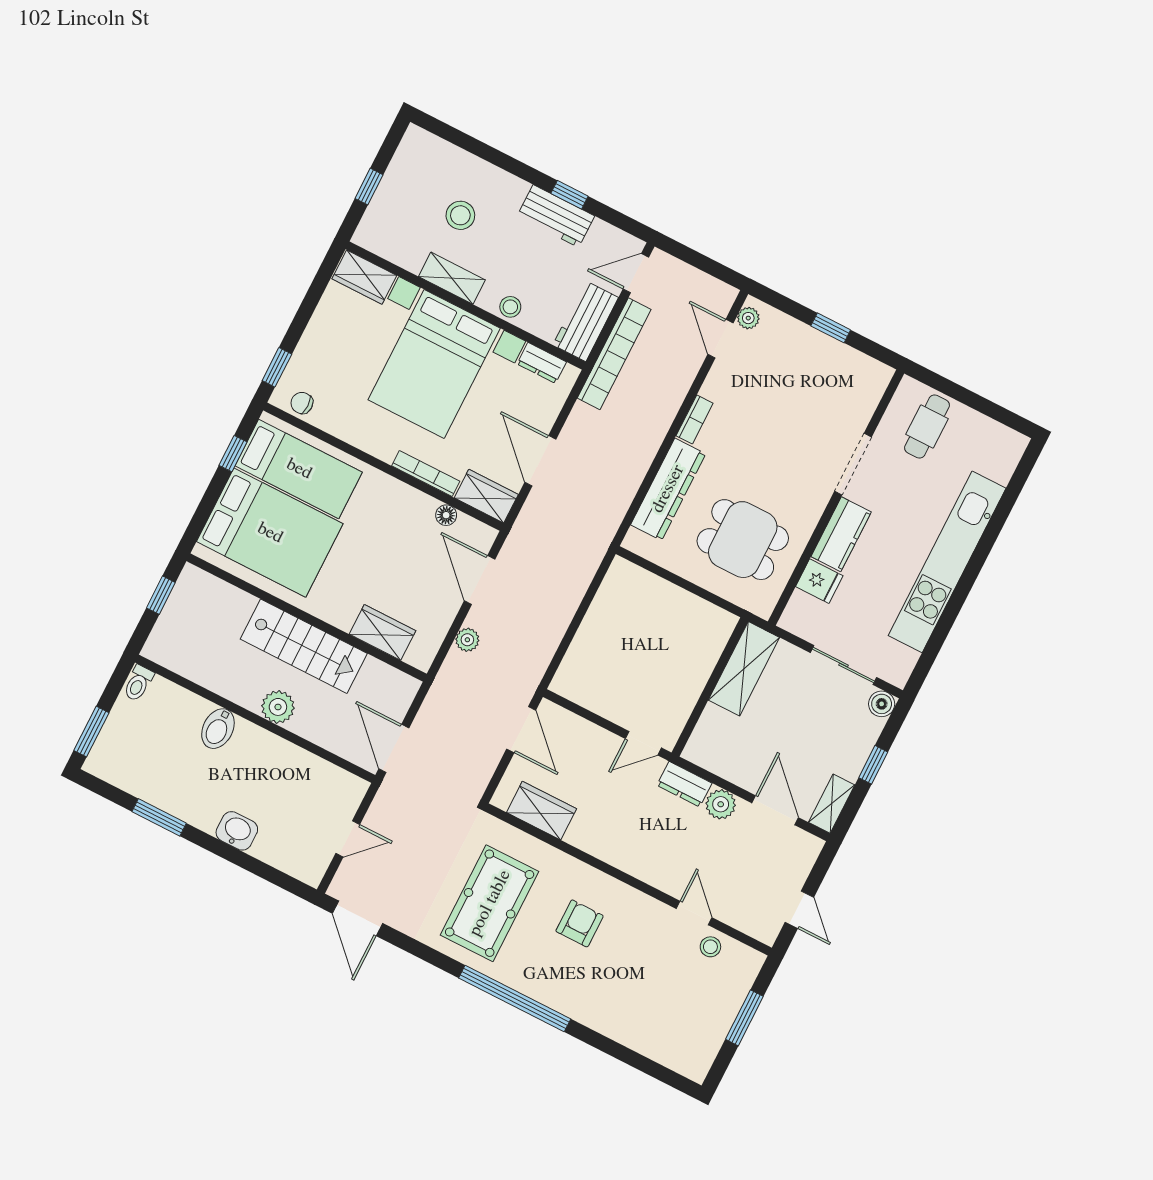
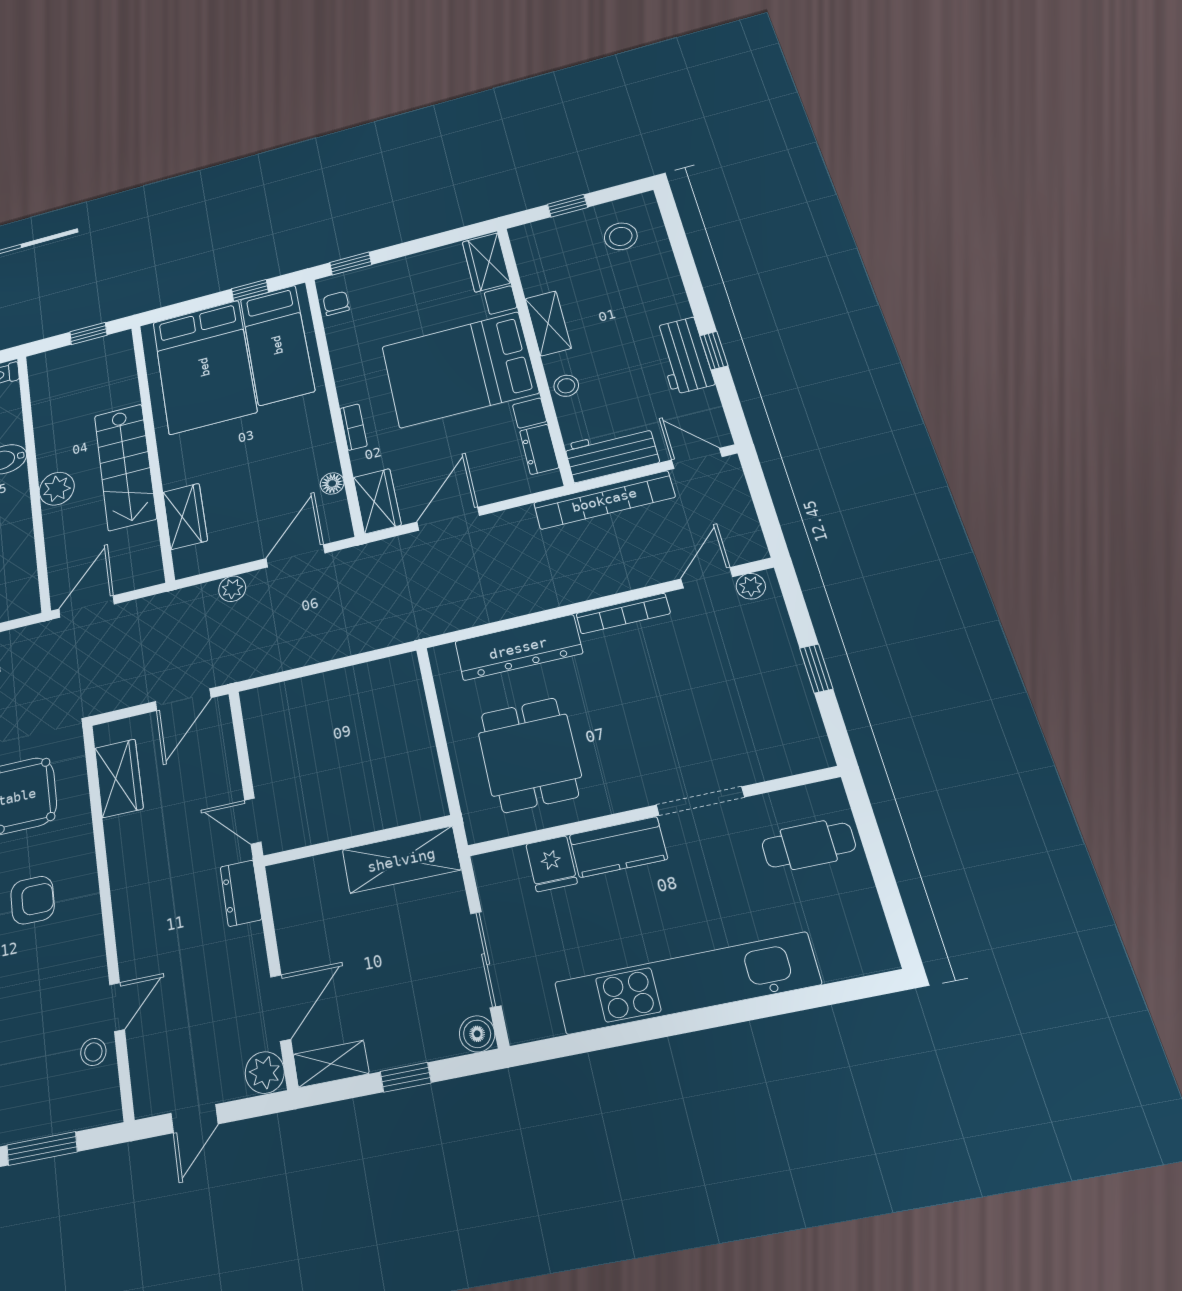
stool: (460, 215) -> (621, 236), moved
bookcase: (695, 419) -> (623, 614), width x1.56
bookcase: (426, 474) -> (353, 427), width x0.64
plant: (721, 804) -> (265, 1073), moved

